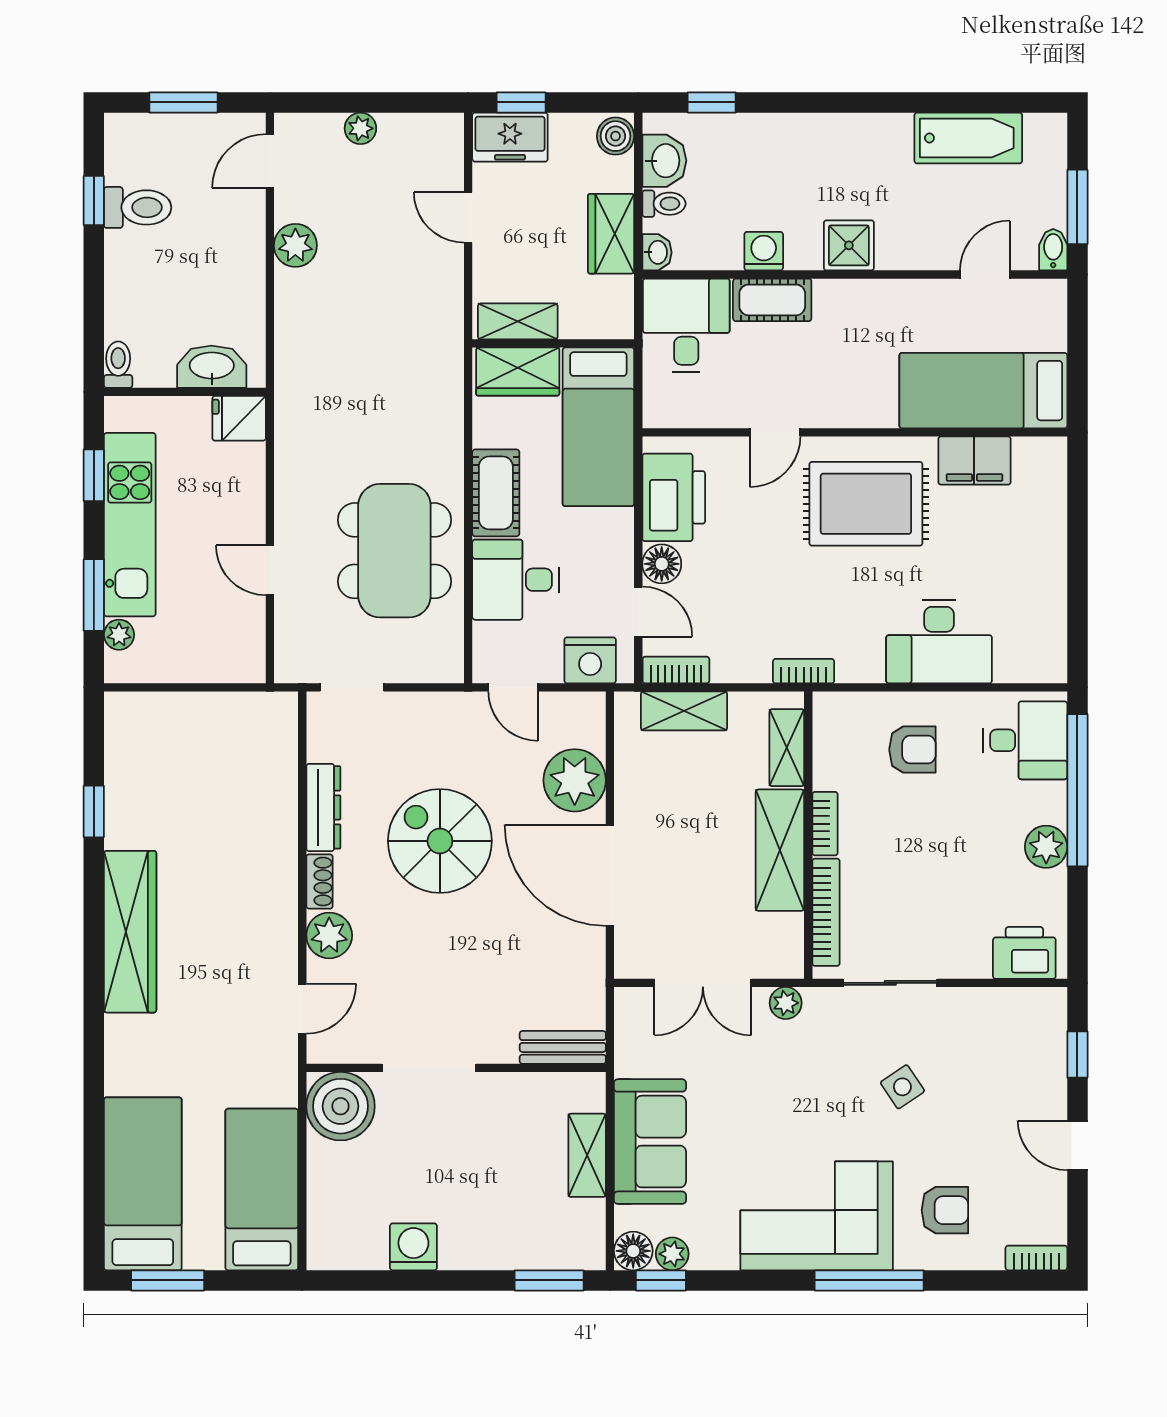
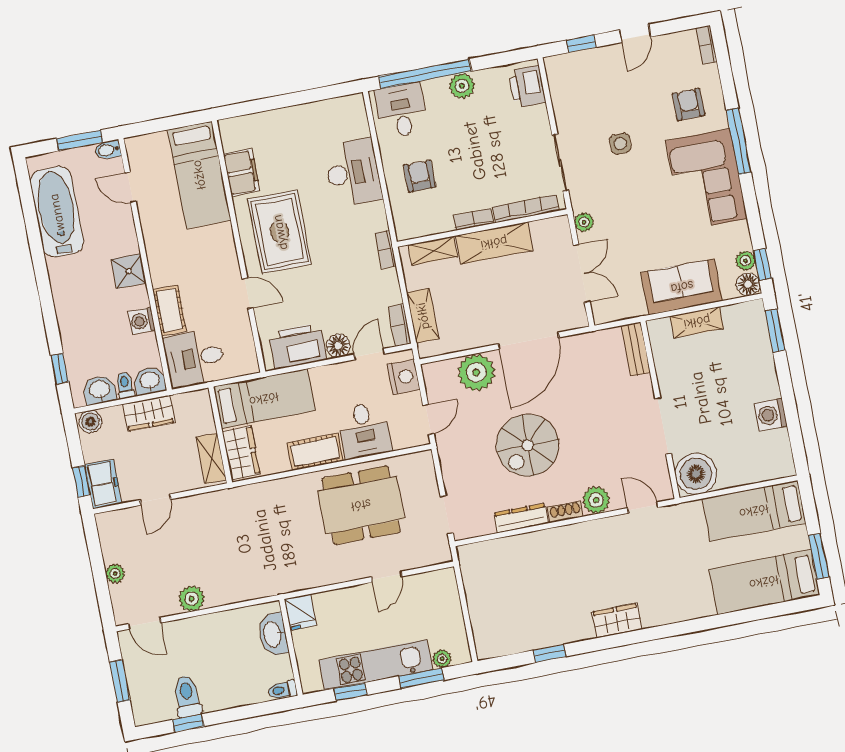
bathtub: (968, 138) -> (57, 212), width x1.36, depth x1.36
washbasin: (657, 252) -> (150, 381), width x1.38, depth x1.45
wardrobe: (130, 932) -> (617, 621), width x0.48, depth x0.85
side table: (902, 1087) -> (620, 144), turned 34

